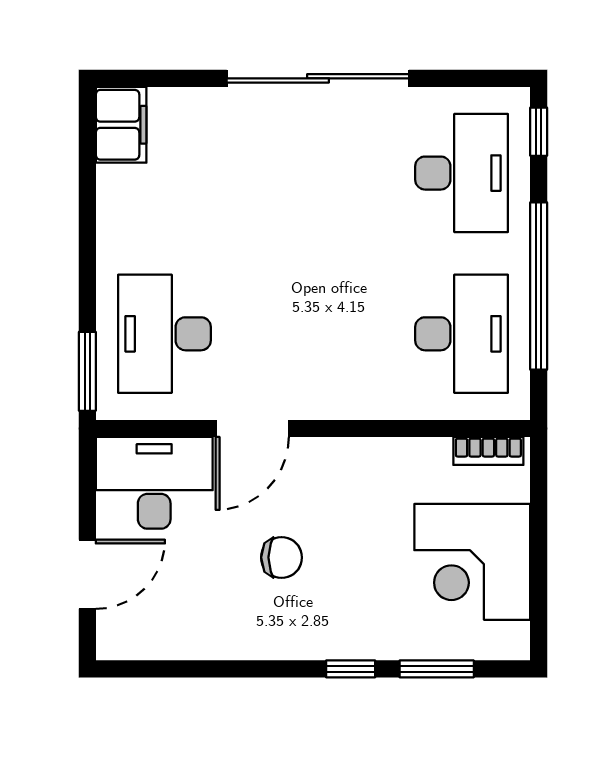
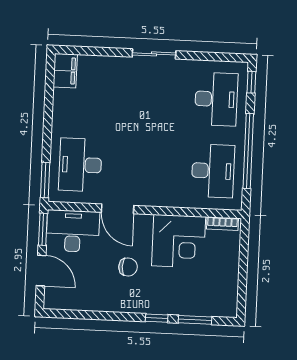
sliding door: (318, 78) -> (154, 54), width x0.54
door: (252, 428) -> (118, 209), hinge flipped
window: (87, 482) -> (43, 229), added
corner desk: (472, 562) -> (179, 241), moved, turned -90
door: (87, 574) -> (41, 271), hinge flipped

